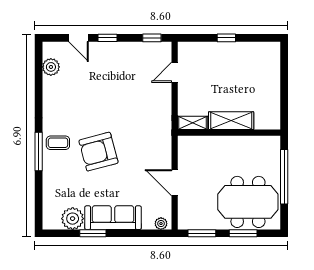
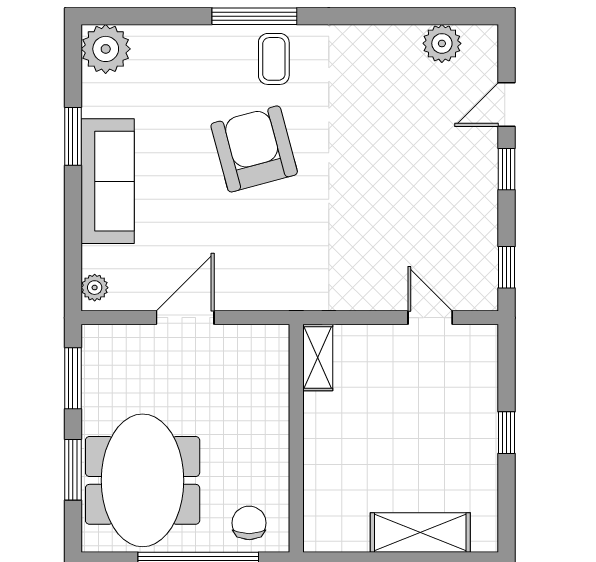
shelving: (231, 121) -> (420, 532), moved, turned 90
chair: (267, 154) -> (249, 523), added
plant: (73, 219) -> (106, 49), moved

